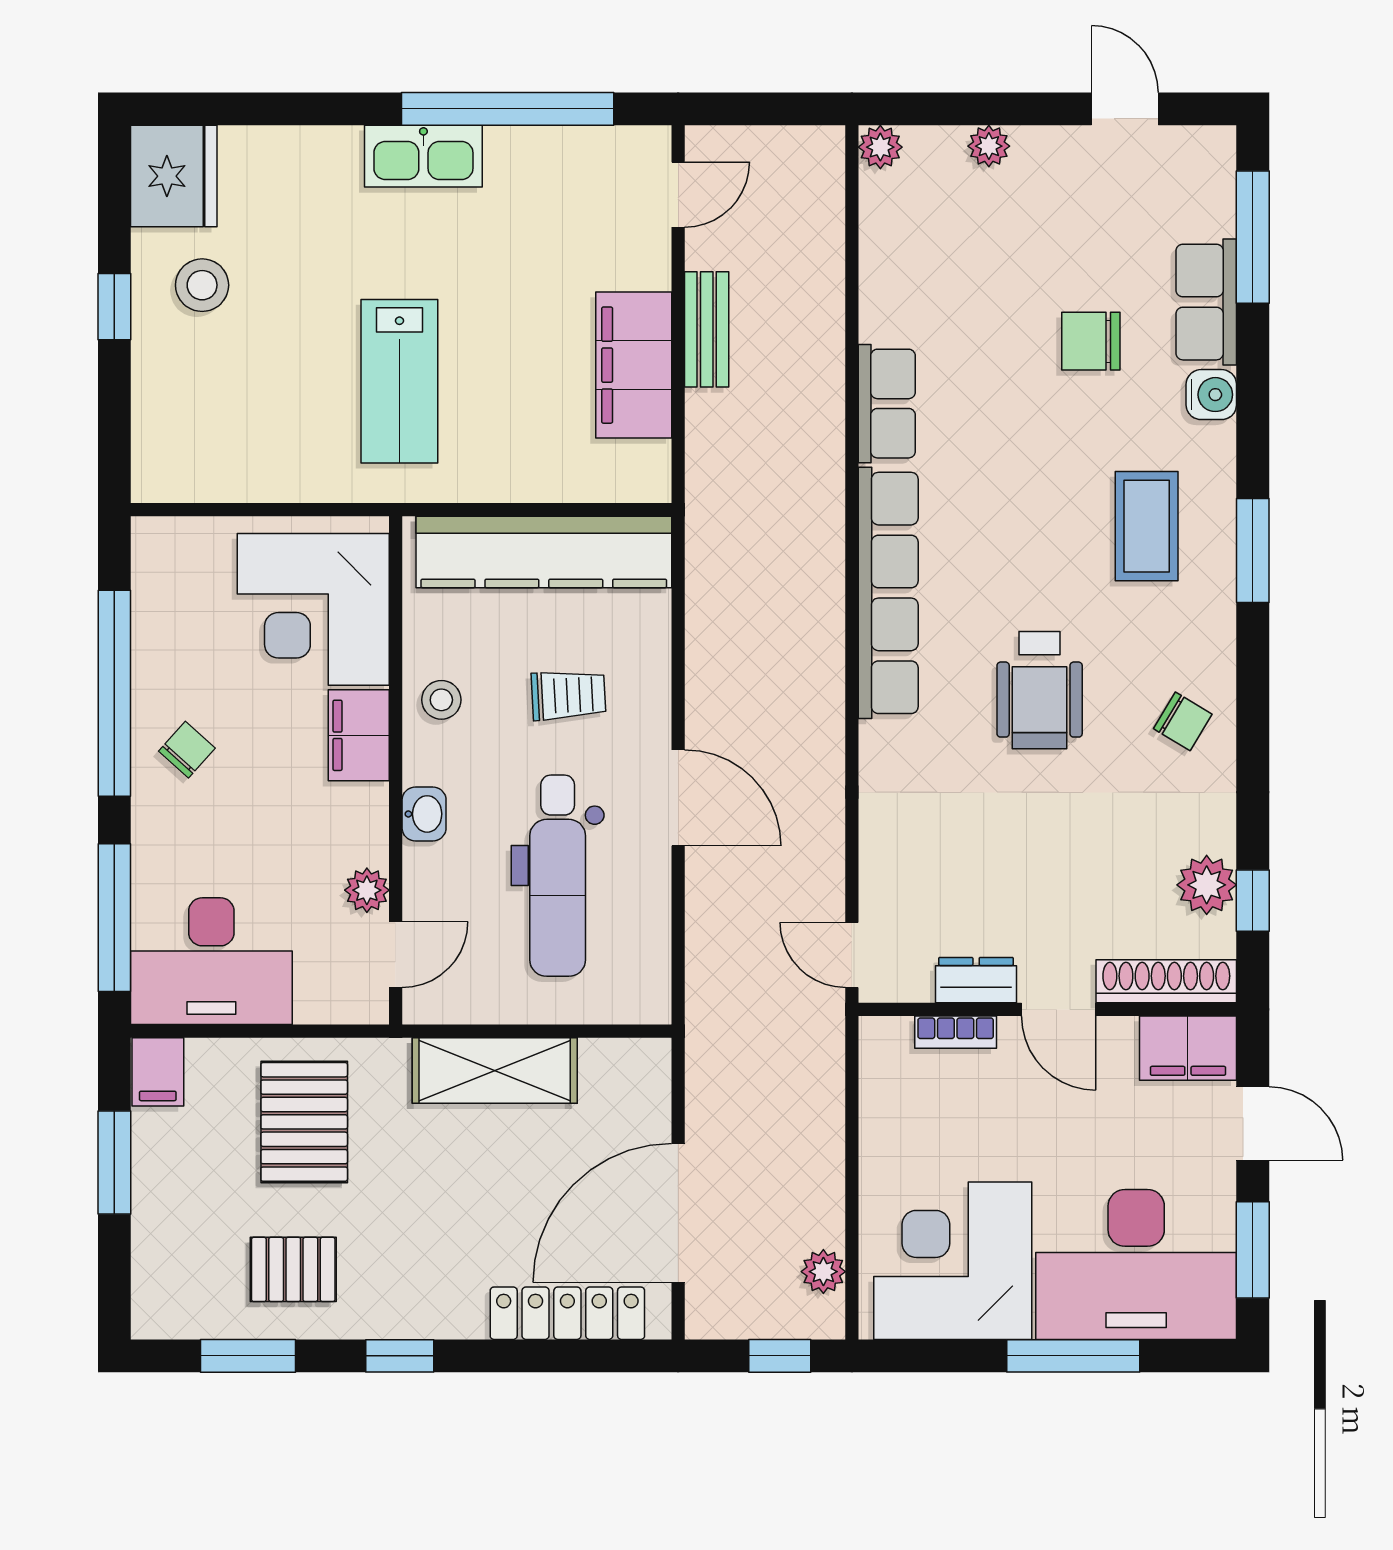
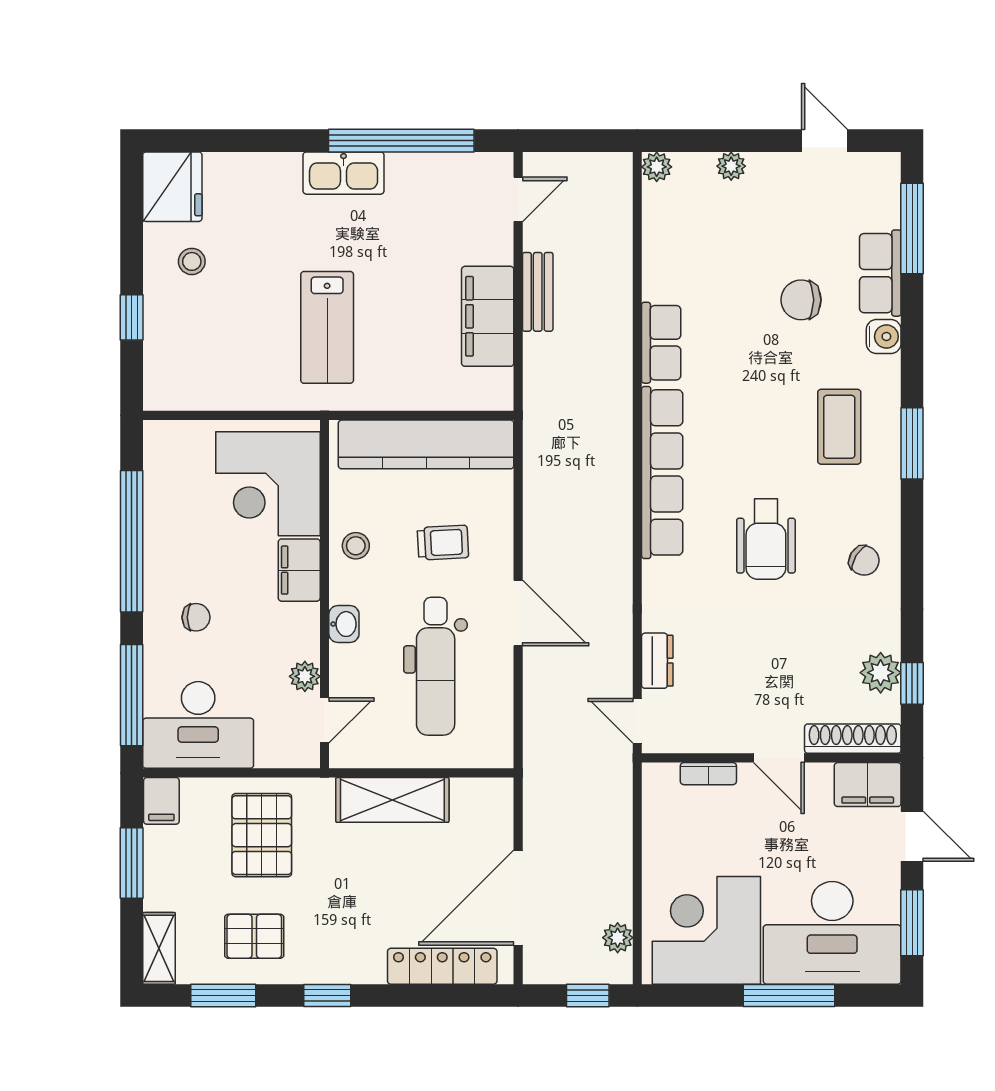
stool: (202, 285) -> (192, 261), width x0.73, depth x0.73
window: (114, 307) -> (132, 317), moved
chair: (187, 750) -> (196, 617), moved, turned 48
dresser: (976, 980) -> (657, 661), moved, turned 90
shelving: (154, 1287) -> (159, 948), added

